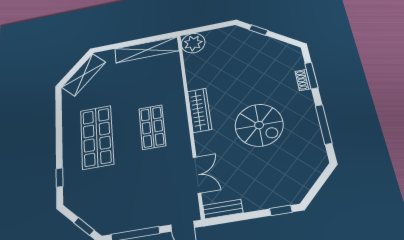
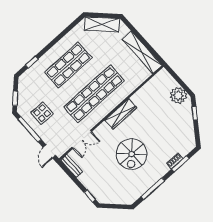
plant: (193, 43) -> (178, 96), moved
shop shelf: (152, 127) -> (94, 94), width x2.00, depth x1.36
display table: (128, 204) -> (42, 113), added

